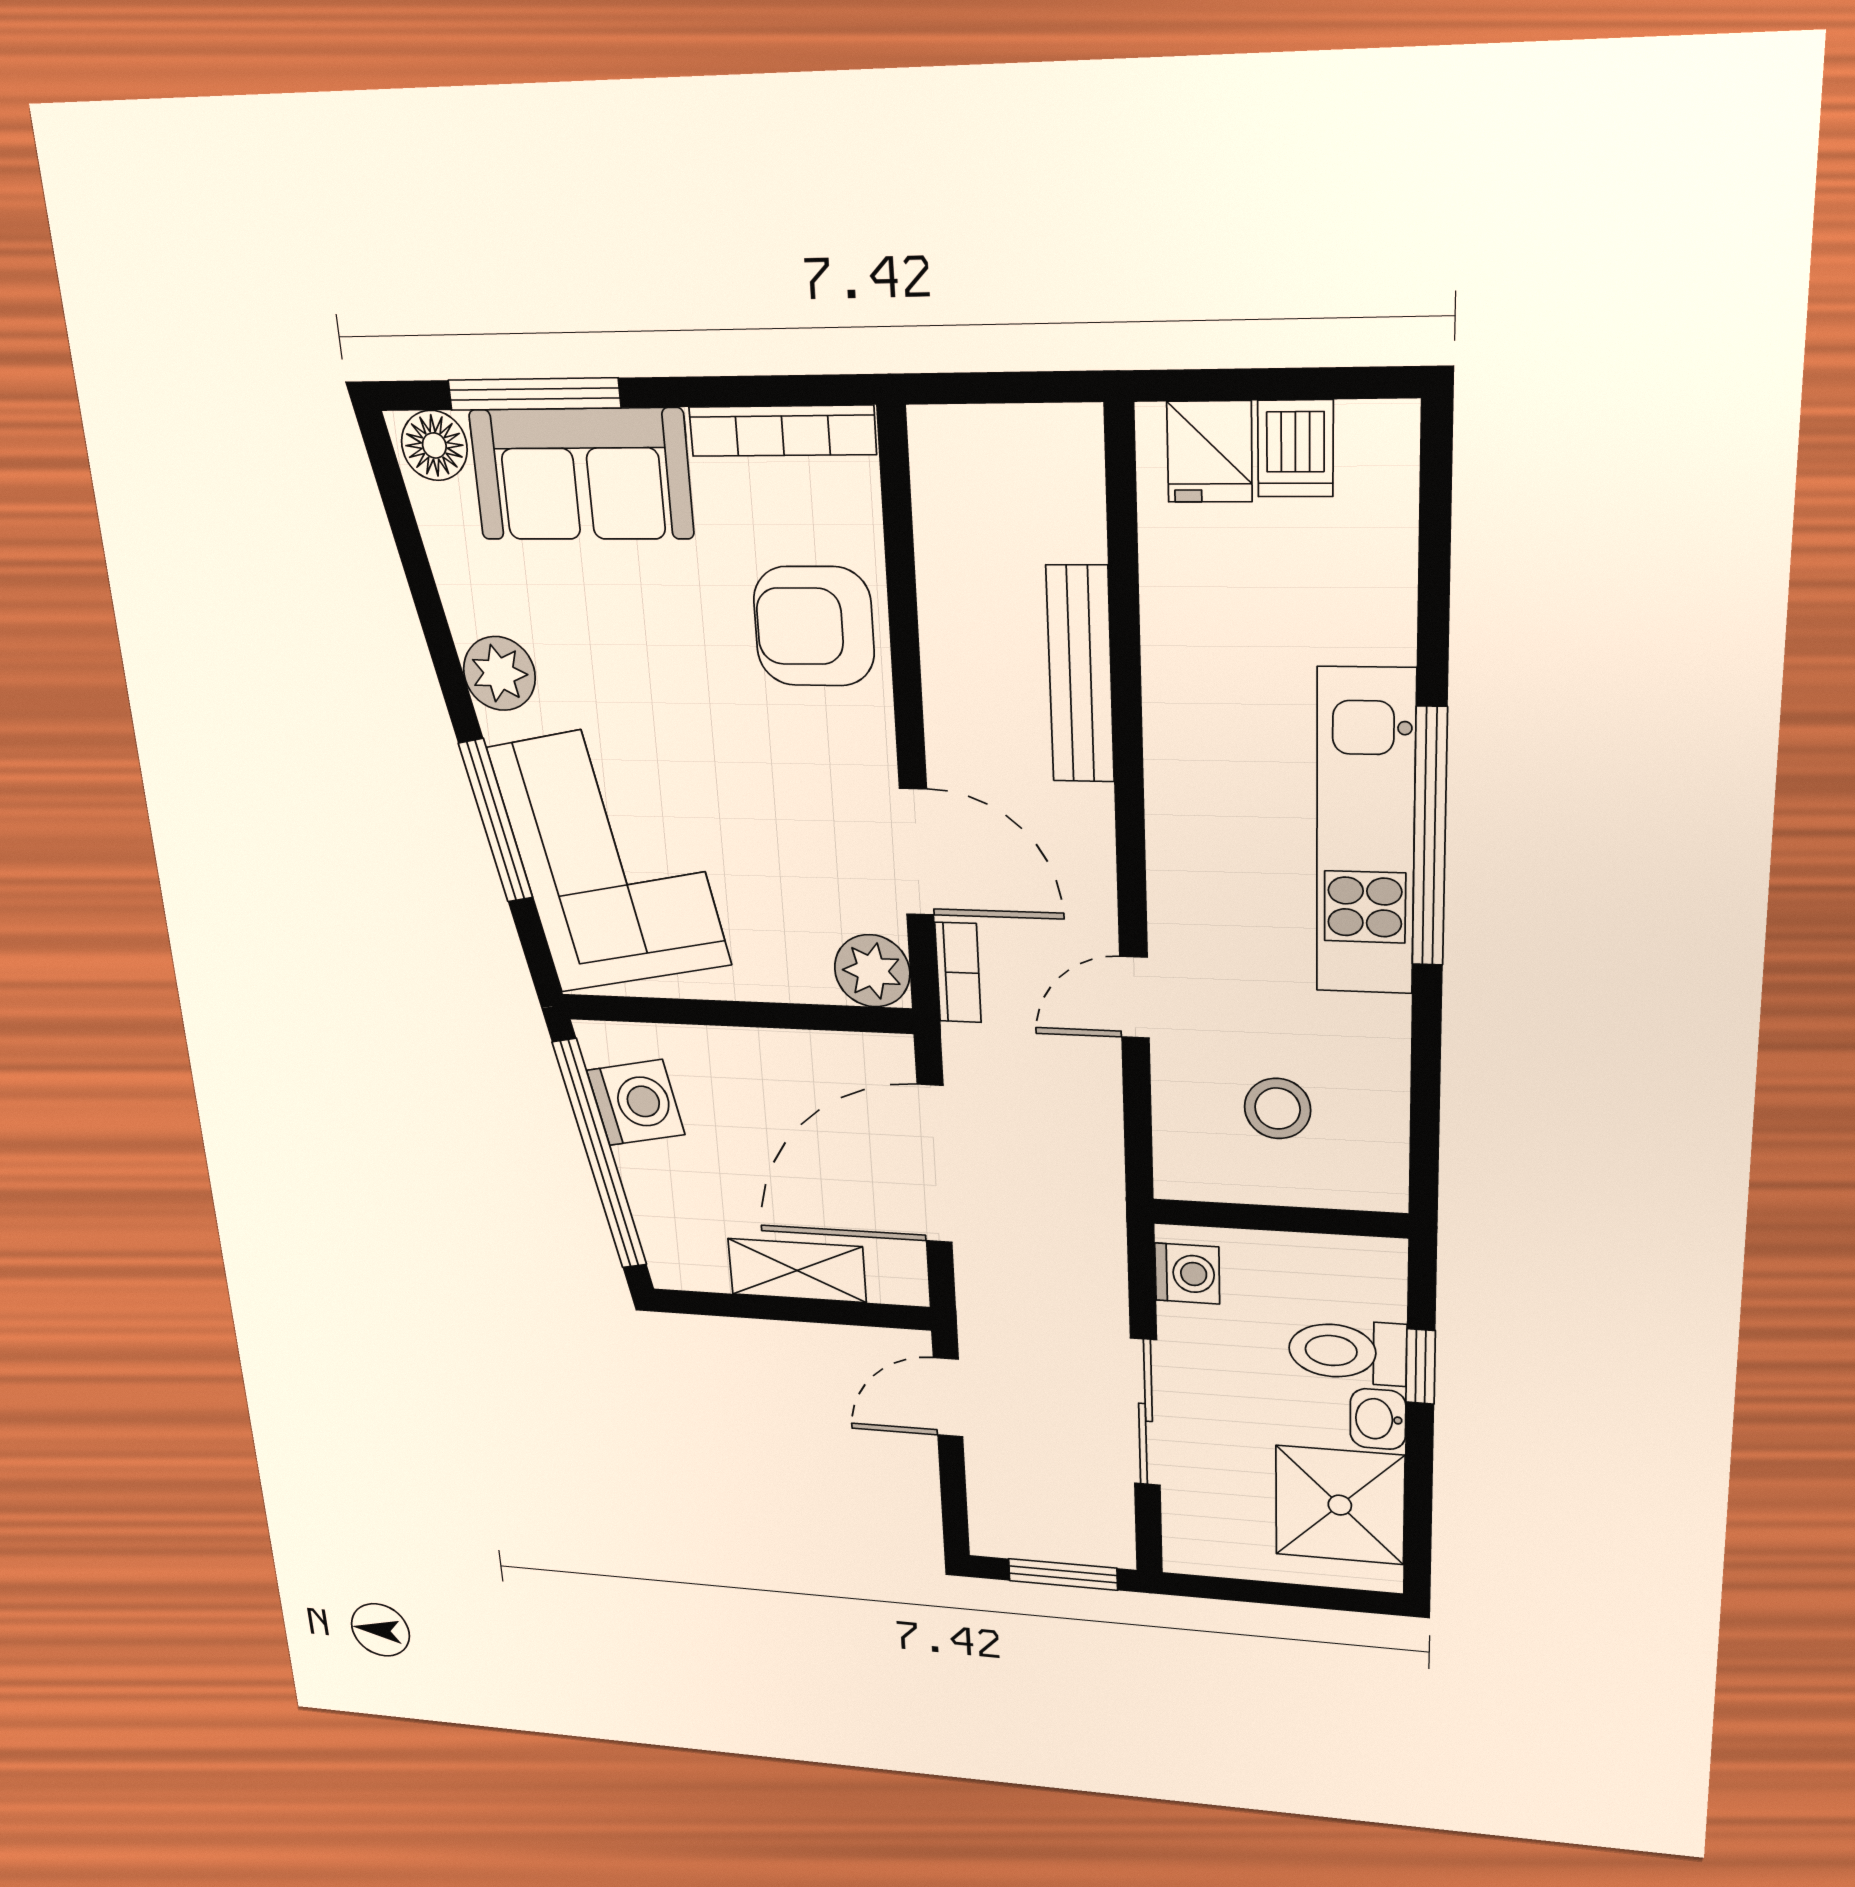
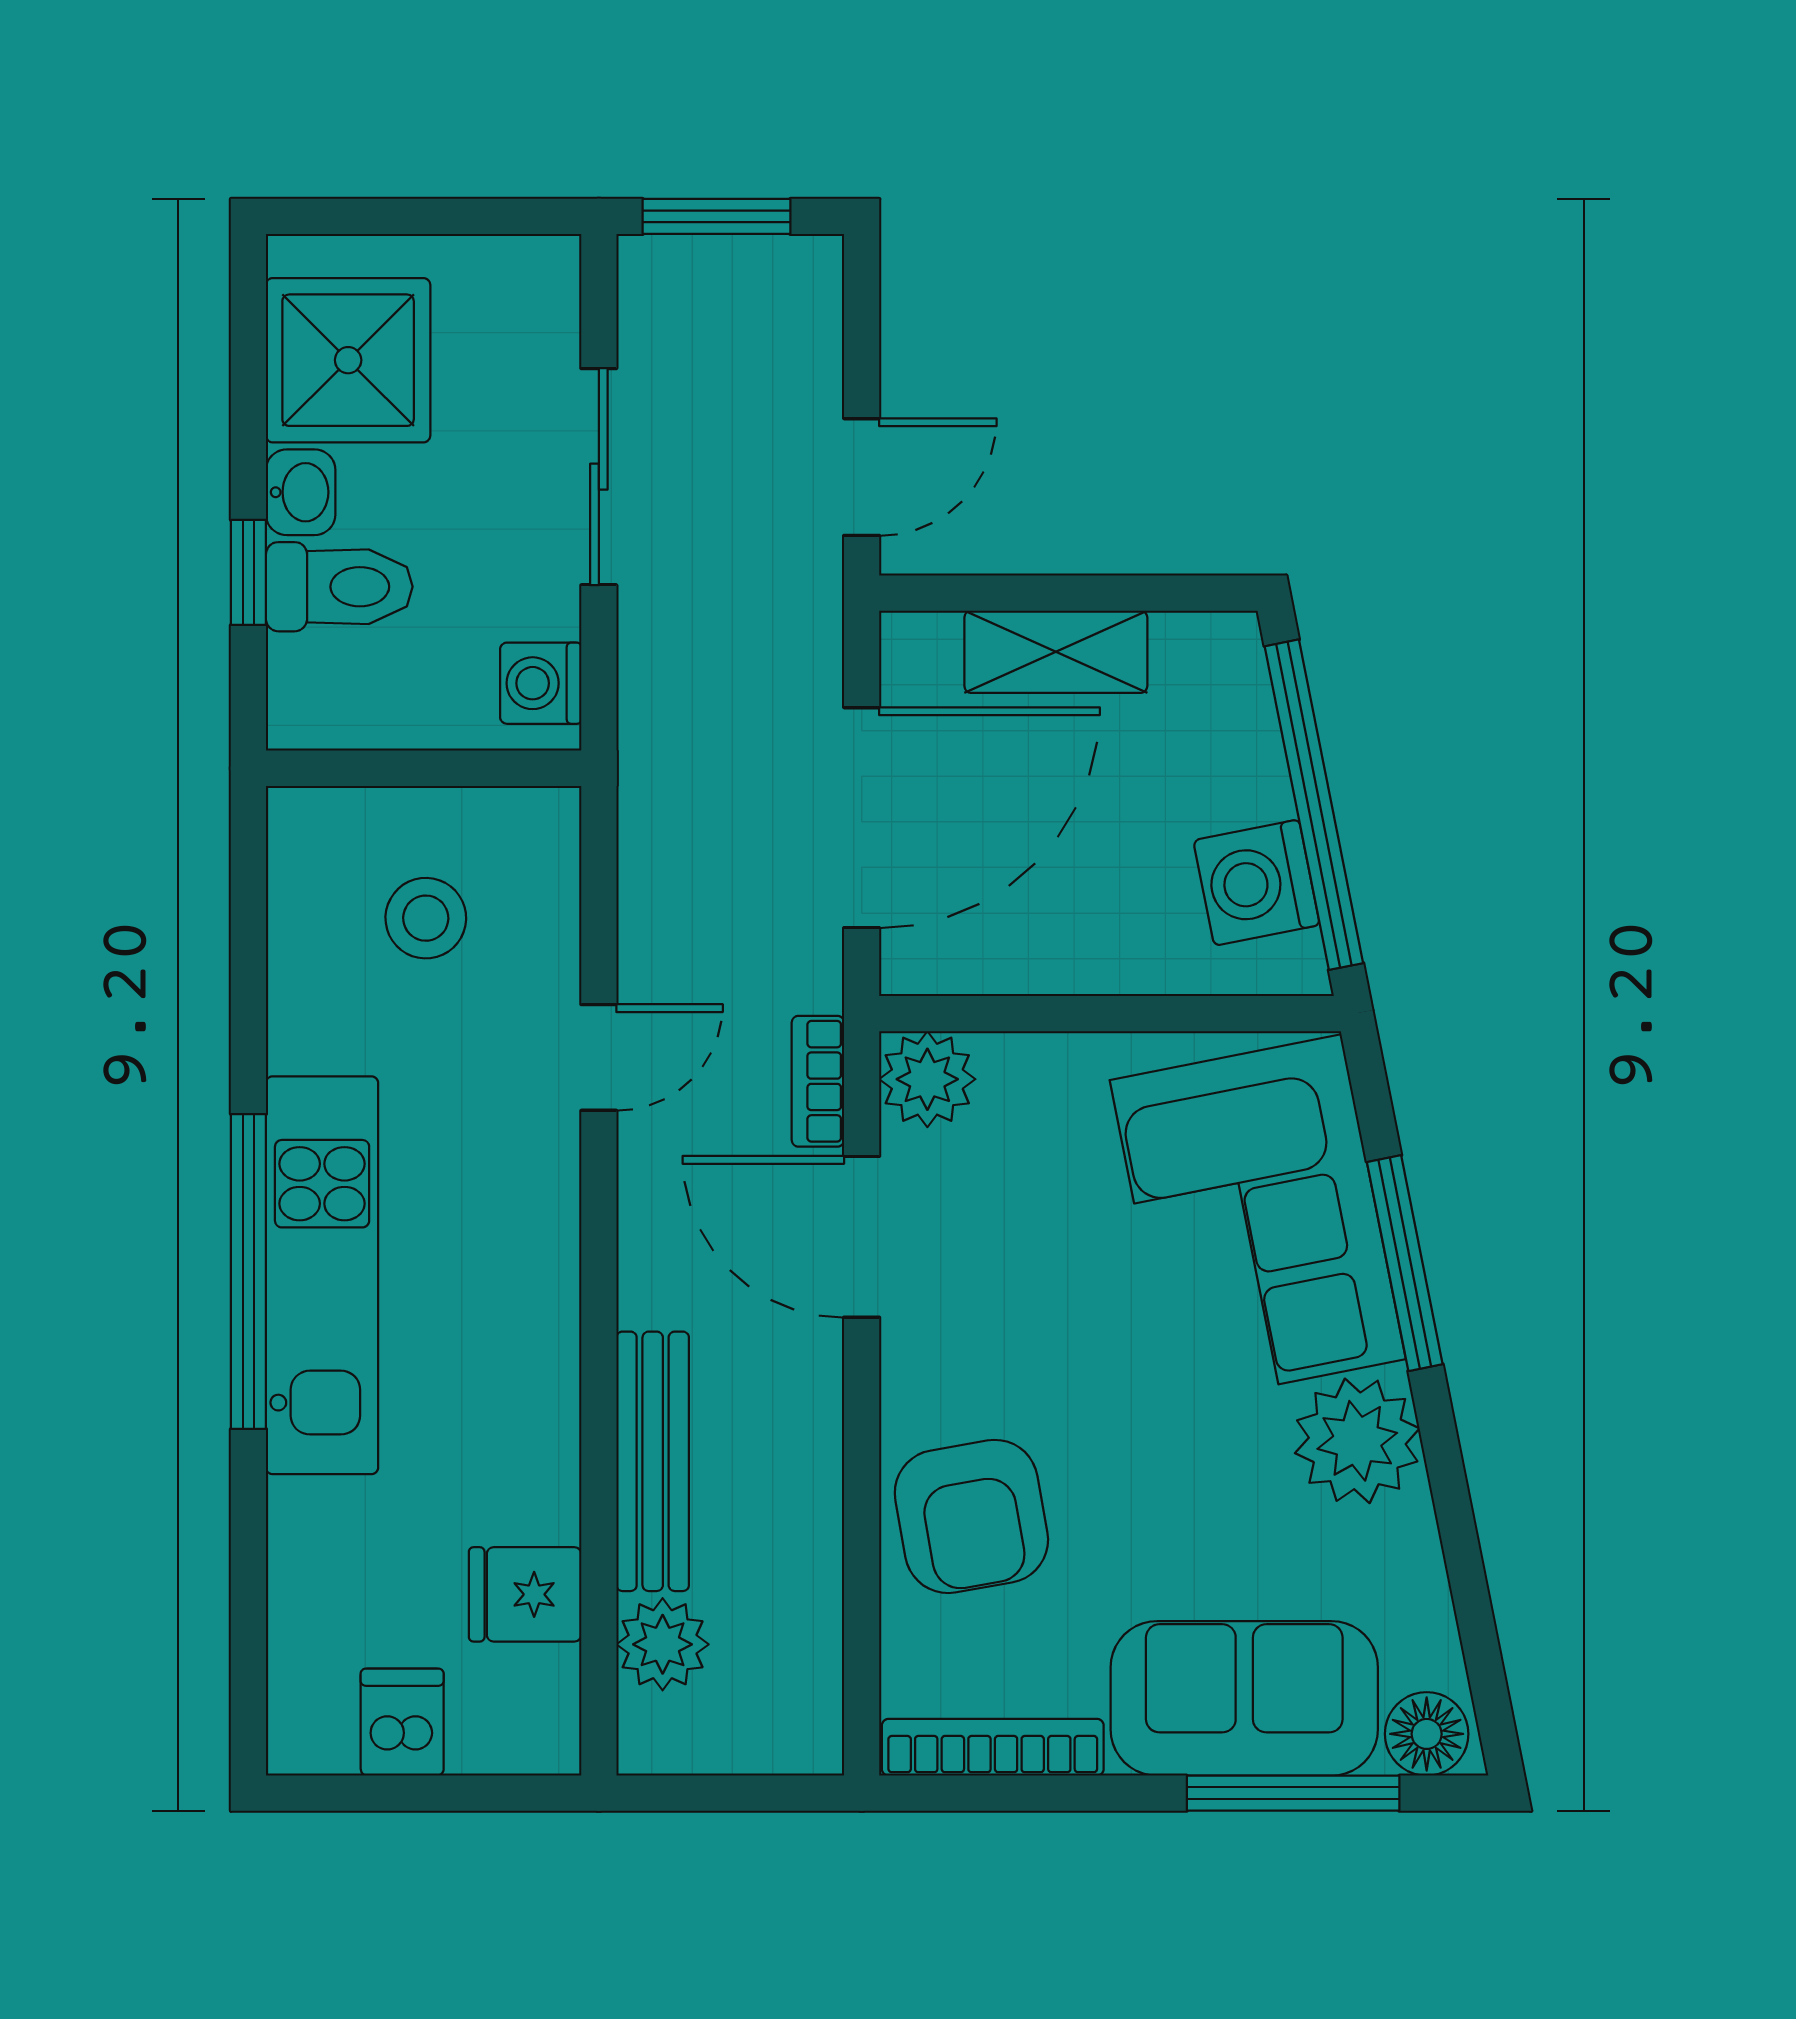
fridge: (1209, 452) -> (525, 1594), moved, turned -90
plant: (1067, 519) -> (663, 1644), added
armchair: (814, 626) -> (971, 1516), turned 80
plant: (499, 673) -> (1357, 1441), width x1.36, depth x1.36

